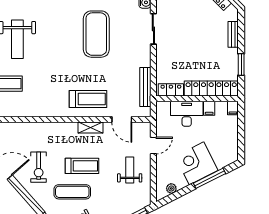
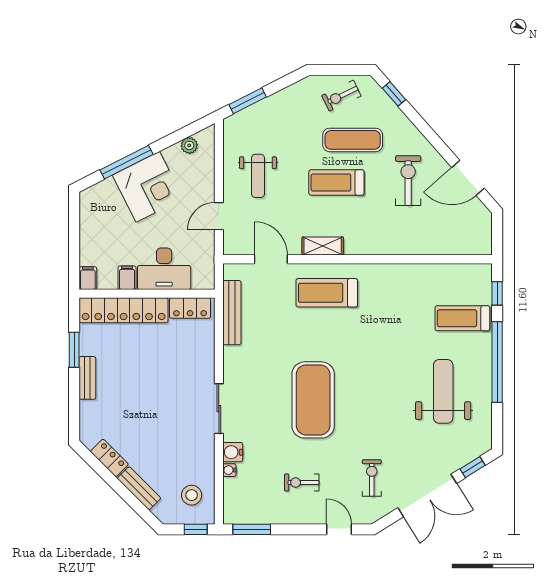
bench: (233, 34) -> (87, 378), moved

